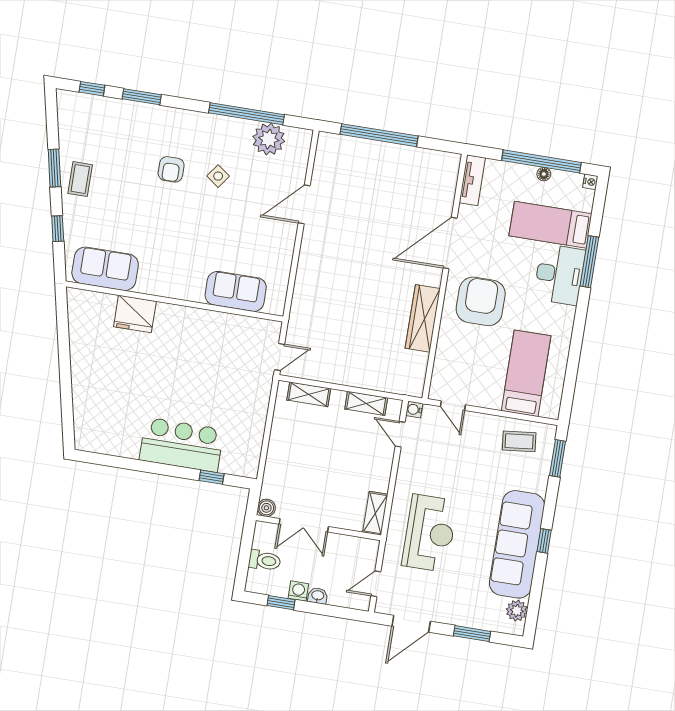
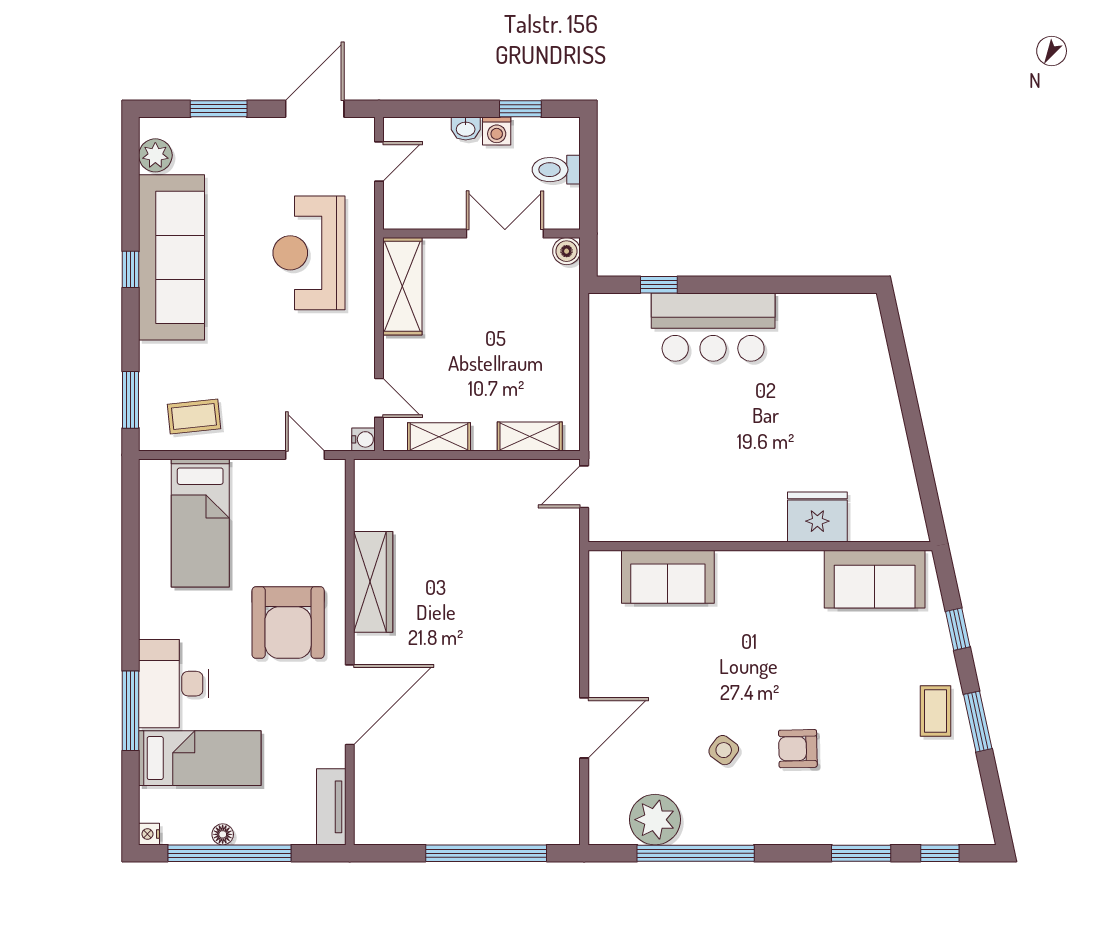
armchair: (171, 169) -> (798, 749), turned -91
shelving: (375, 513) -> (402, 286), width x1.50, depth x1.33

